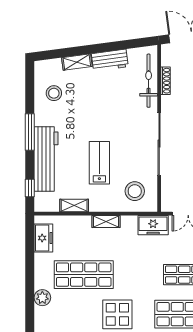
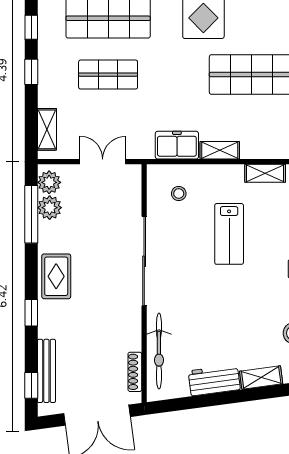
shoe rack: (166, 81) -> (135, 372), moved
stool: (135, 191) -> (179, 194), width x0.53, depth x0.53
freezer: (153, 225) -> (177, 145), moved

